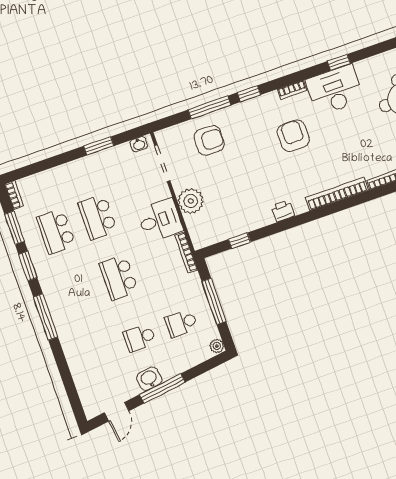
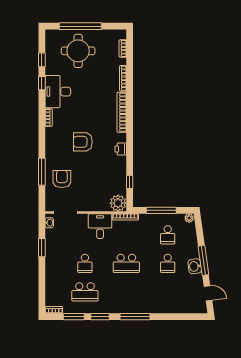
window: (249, 94) -> (42, 60), moved
armchair: (293, 136) -> (83, 142), moved
plant: (191, 201) -> (118, 203), moved
school desk: (98, 217) -> (85, 263), width x0.54

